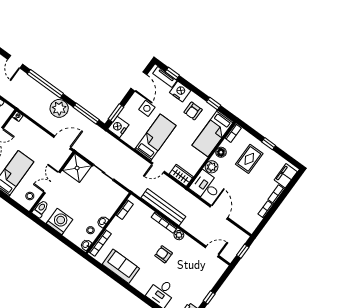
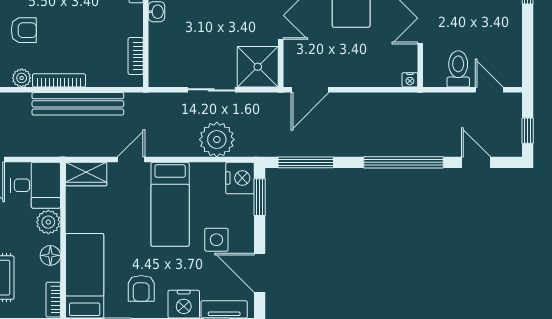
plant: (59, 108) -> (217, 140), moved
armchair: (193, 111) -> (141, 288), turned 180

